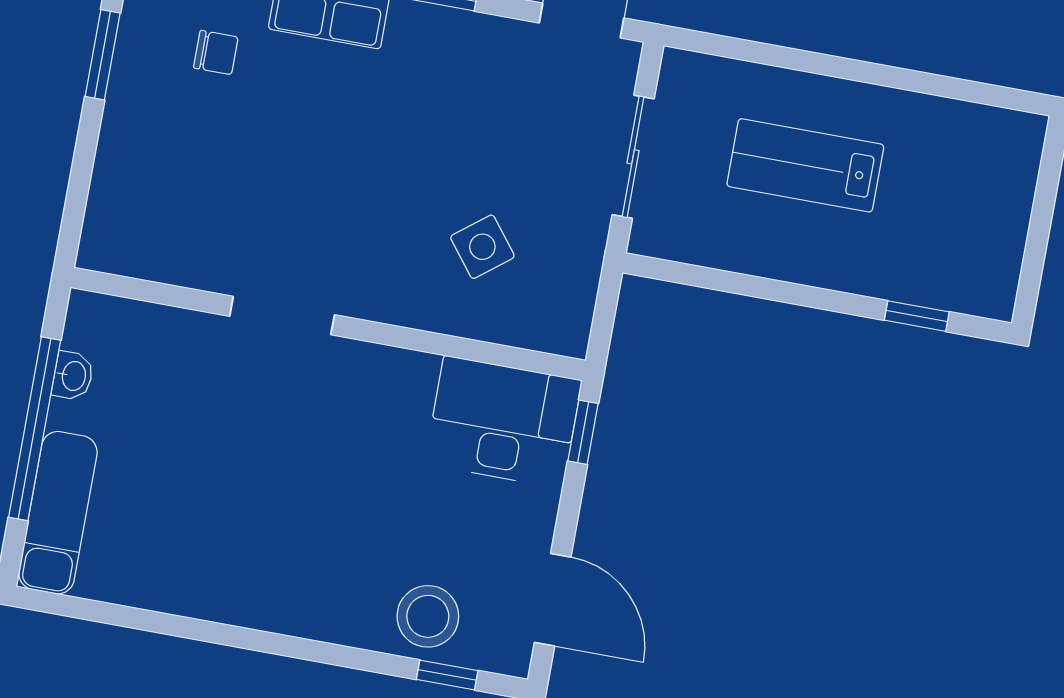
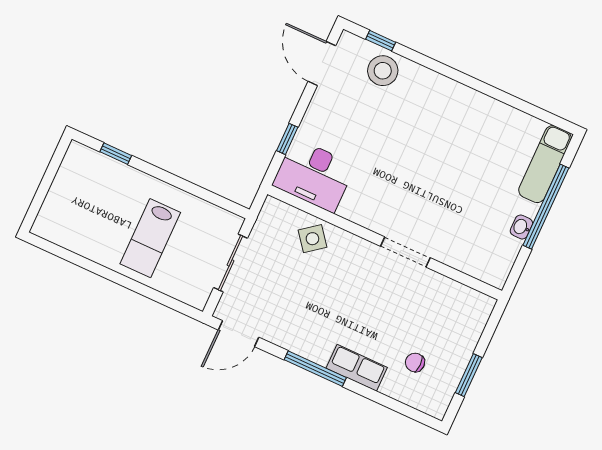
lab bench: (805, 165) -> (150, 238), turned 90
doorway: (282, 316) -> (405, 252), moved
wall: (328, 324) -> (385, 243), moved
desk: (503, 422) -> (314, 175), moved

